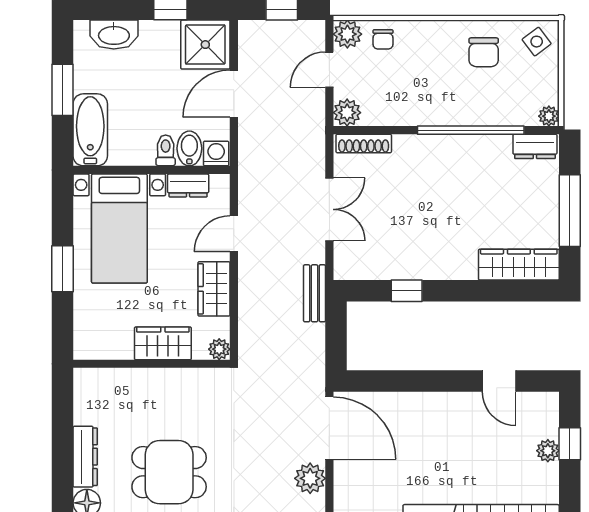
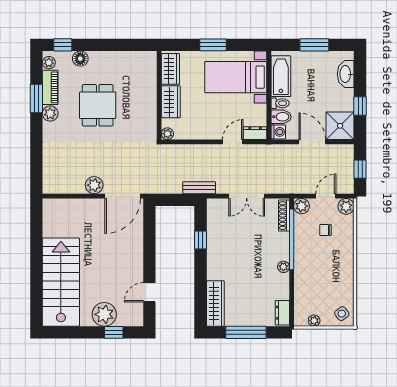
chair: (383, 39) -> (325, 230), moved
chair: (484, 52) -> (336, 284), removed
door: (329, 70) -> (326, 196), hinge flipped
plant: (549, 116) -> (314, 321), moved
bathtub: (90, 130) -> (281, 76), moved, turned -90
window: (471, 130) -> (292, 239), moved
plant: (454, 144) -> (283, 267), added
dresser: (188, 185) -> (255, 133), moved, turned 90
door: (234, 234) -> (233, 142), hinge flipped
wardrobe: (214, 289) -> (170, 69), moved, turned 90
plant: (548, 451) -> (104, 314), width x1.87, depth x1.87
dresser: (85, 457) -> (106, 58), removed

